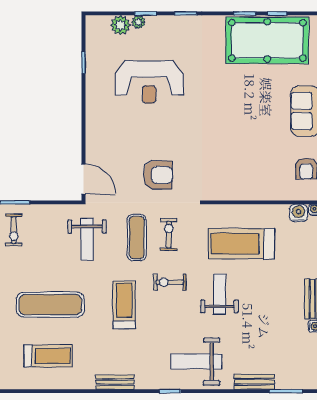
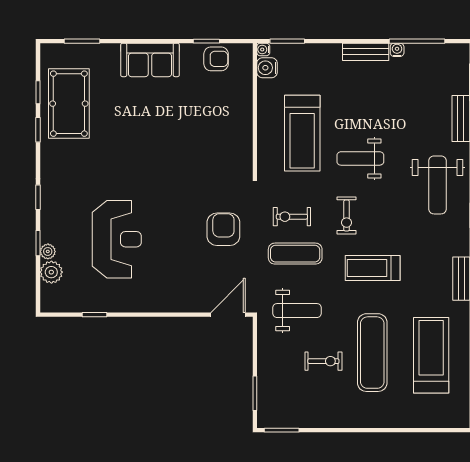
pool table: (267, 40) -> (69, 104), width x0.73, depth x0.76
exercise bike: (14, 230) -> (323, 361), moved
treadmill: (48, 356) -> (431, 355), width x1.37, depth x1.38

